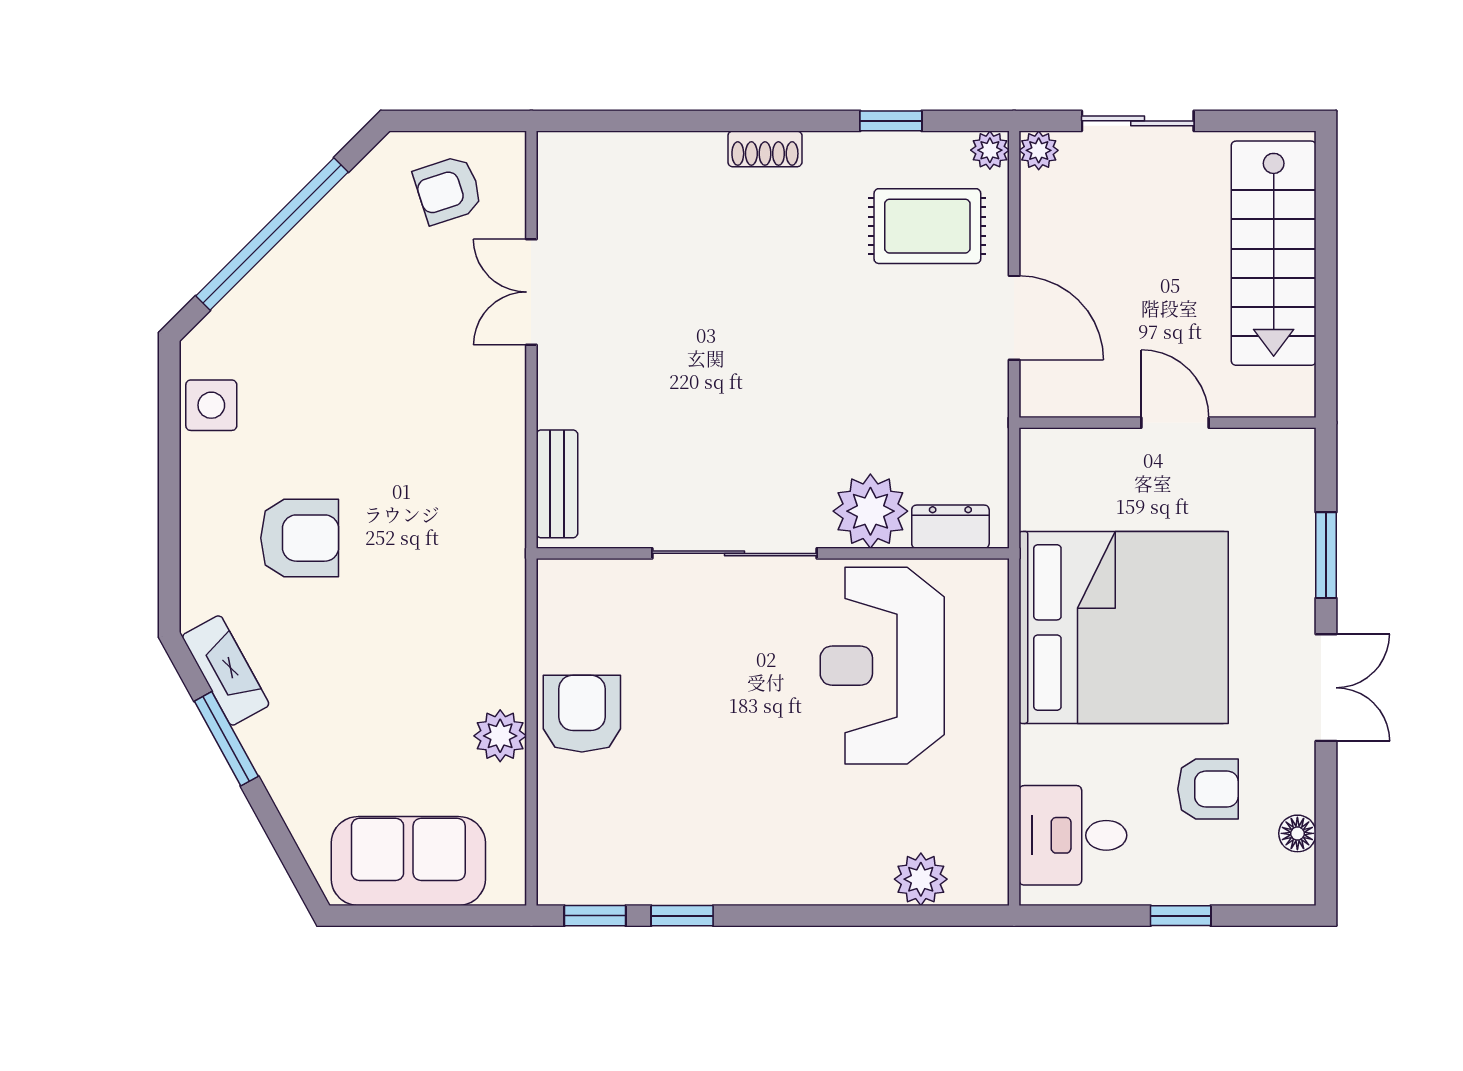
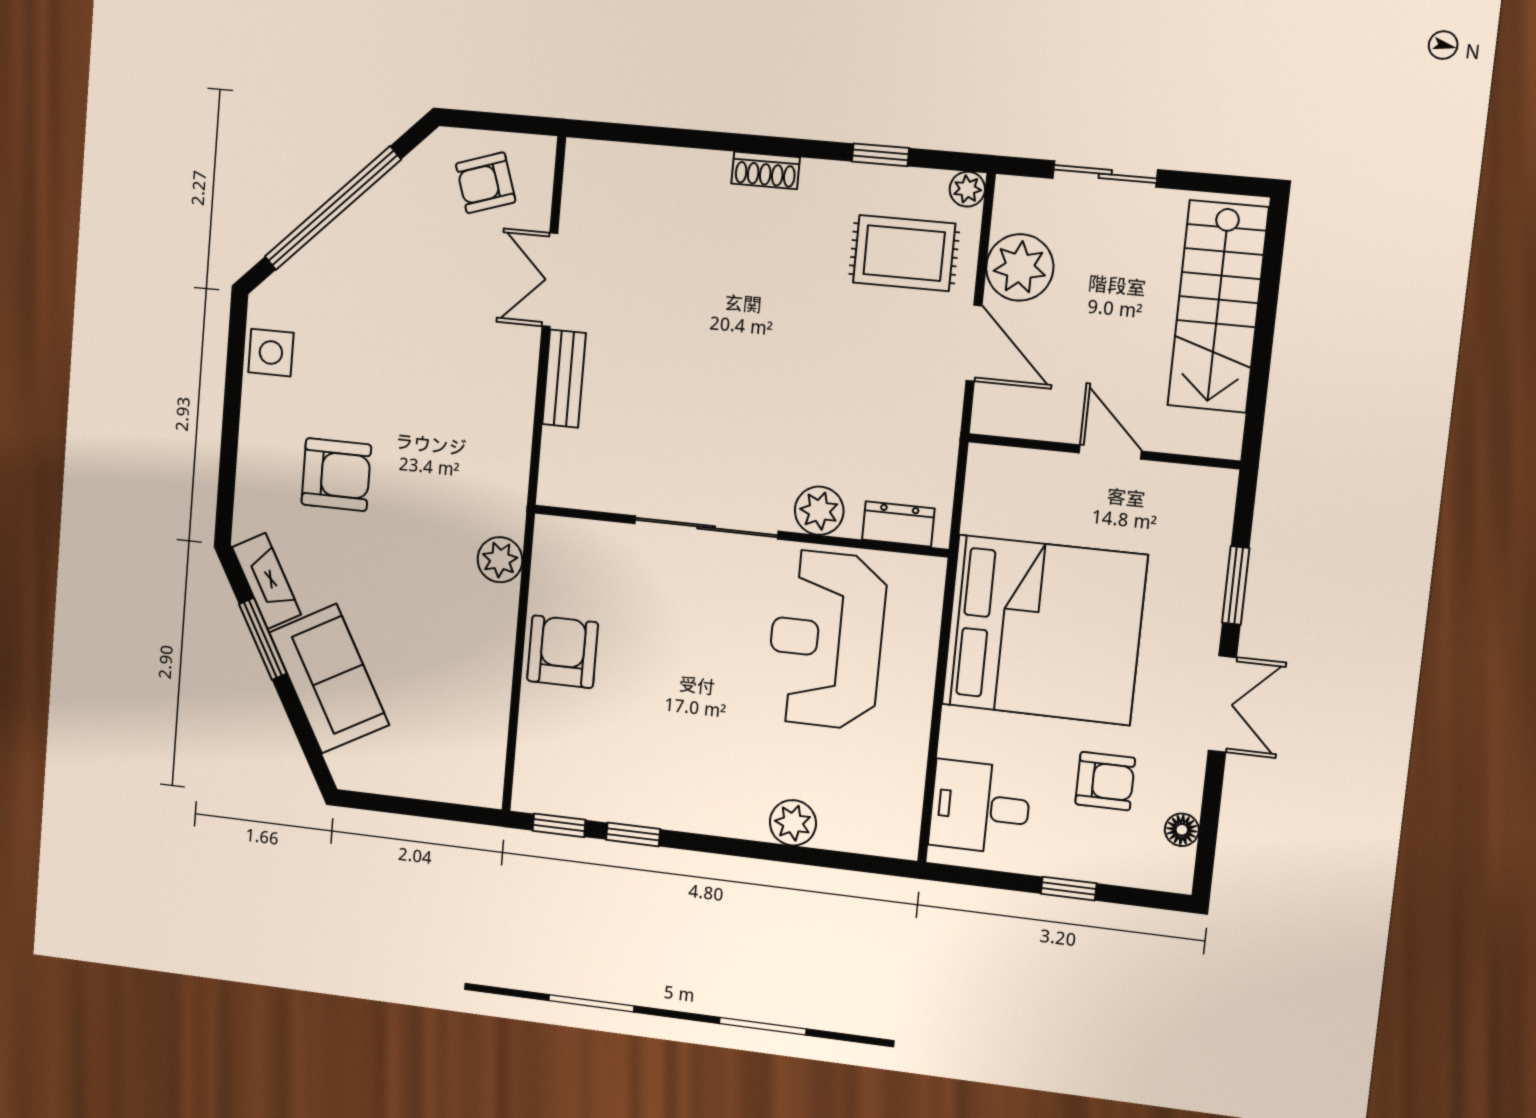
plant: (1039, 150) -> (1020, 267), moved, width x1.88, depth x1.88
bench: (557, 484) -> (564, 379), moved
plant: (870, 511) -> (819, 511), width x0.73, depth x0.73
plant: (500, 736) -> (500, 560), moved
sofa: (408, 861) -> (329, 679), moved, turned 61
plant: (921, 879) -> (793, 823), moved

